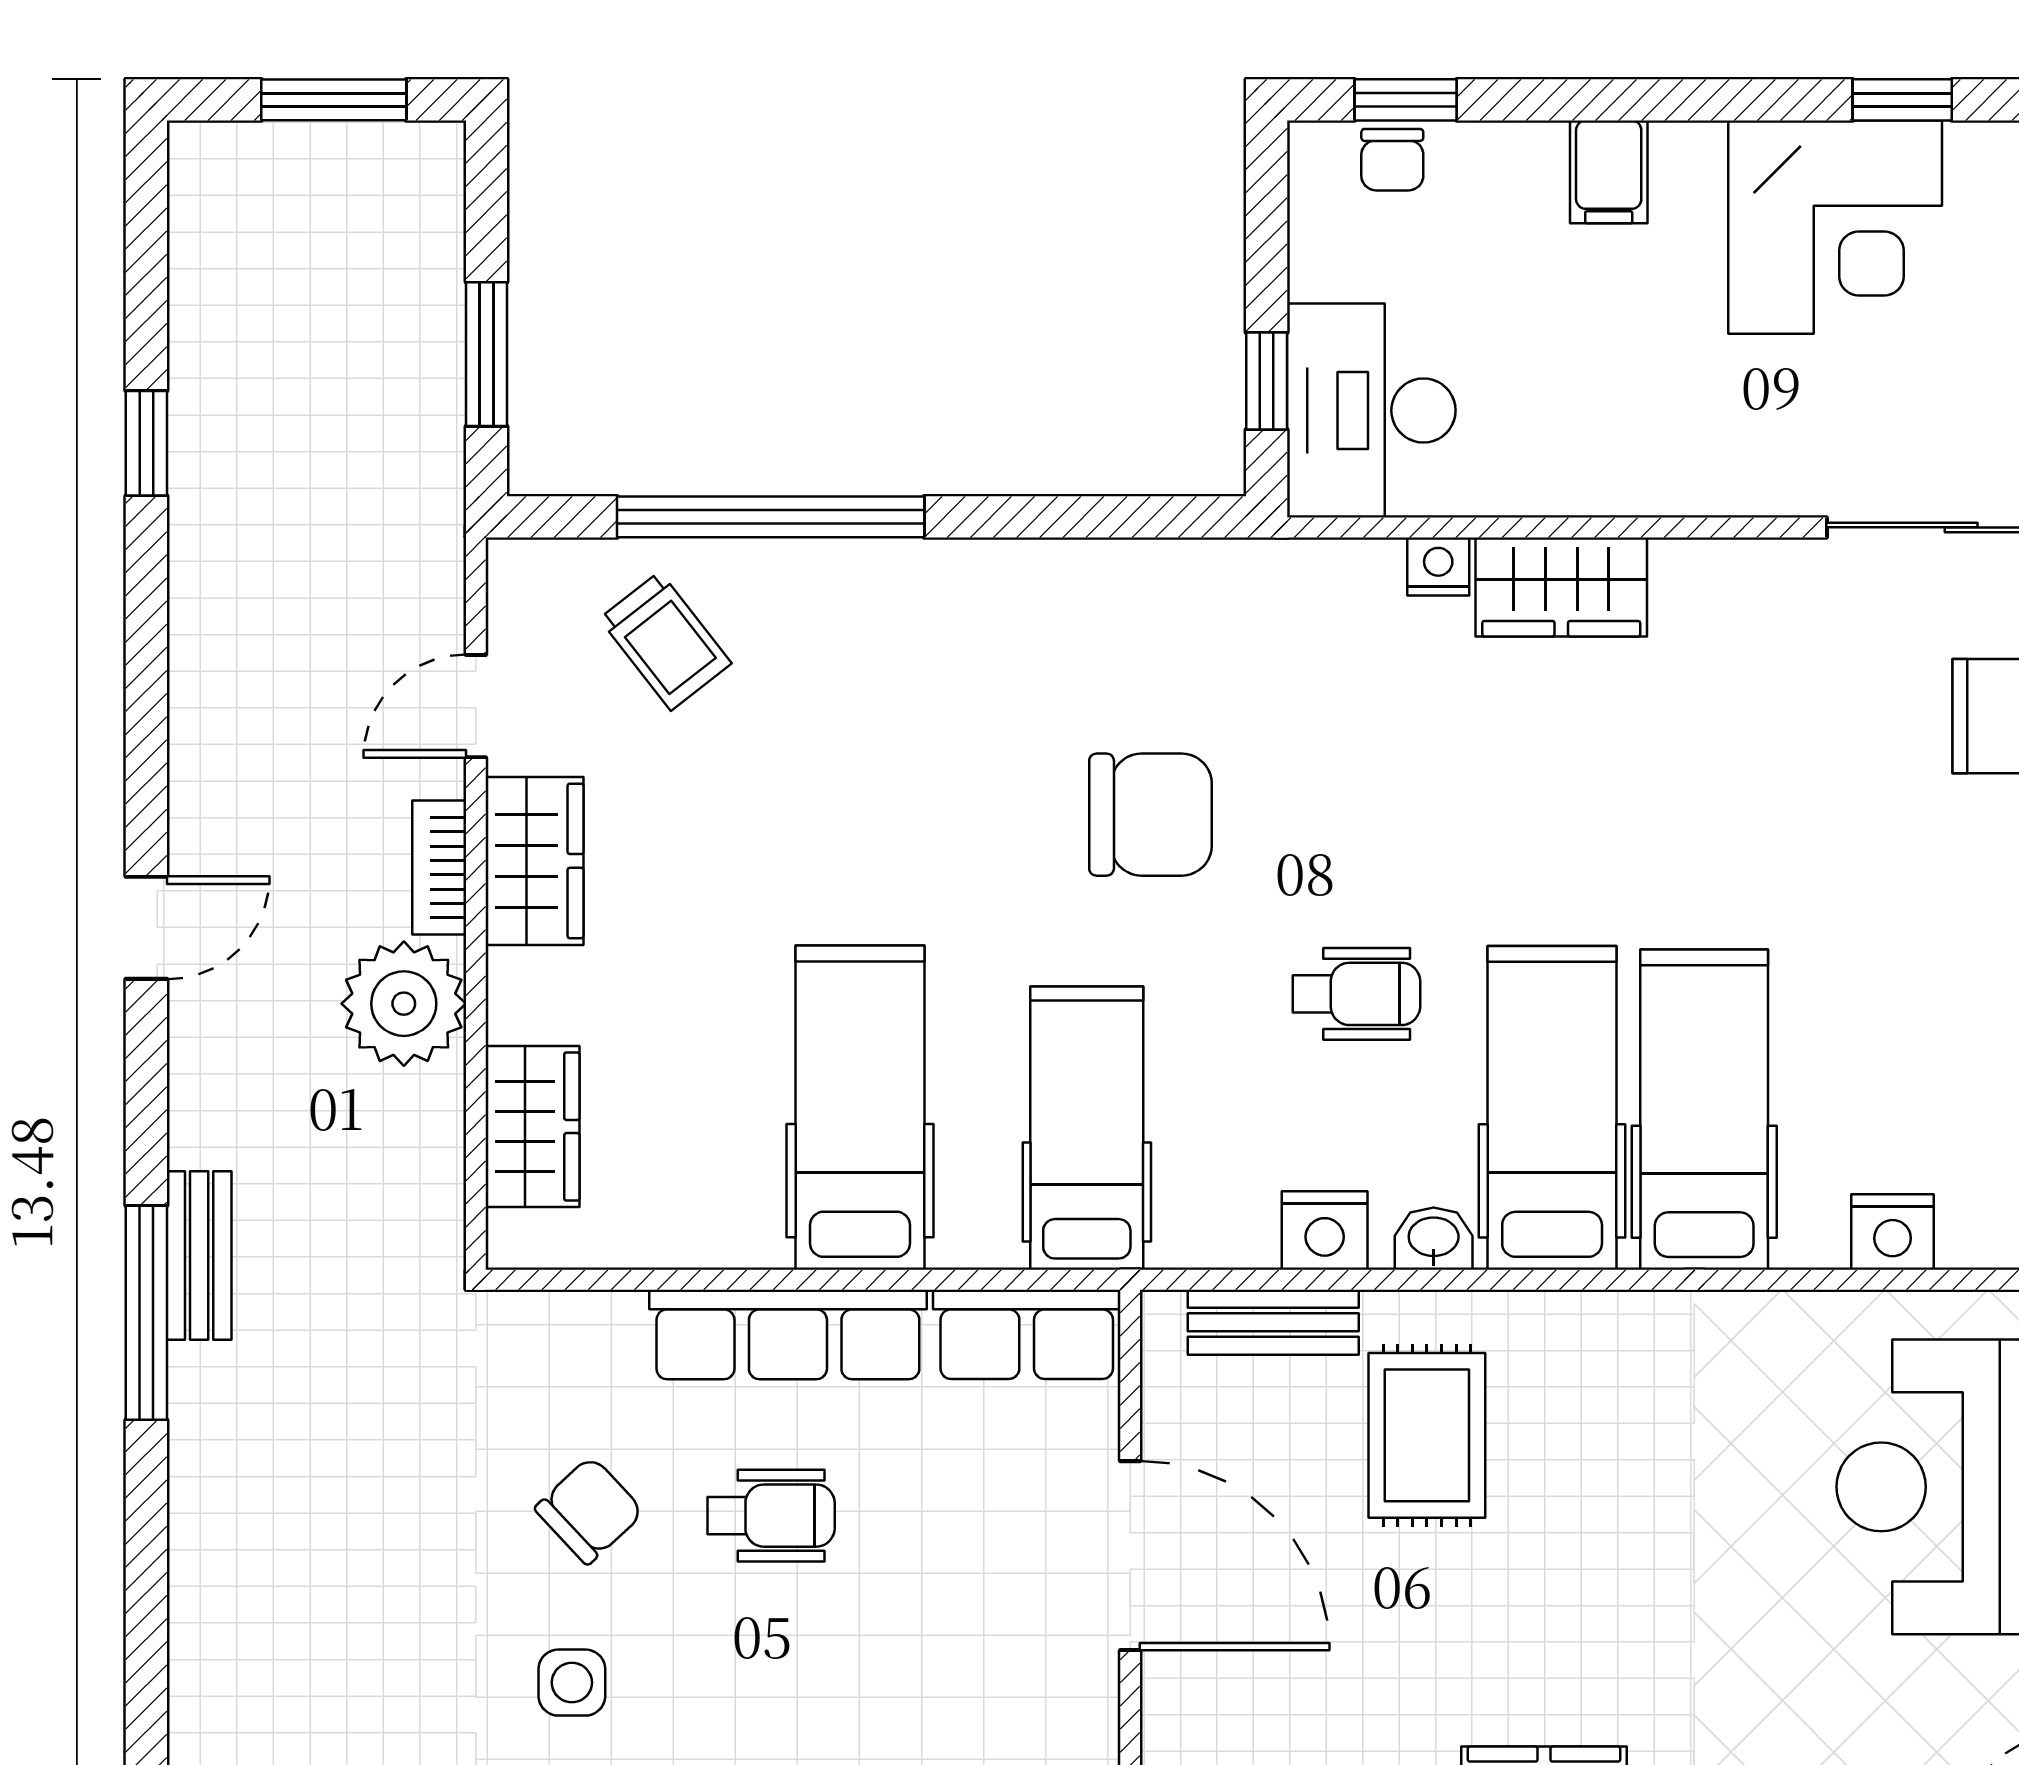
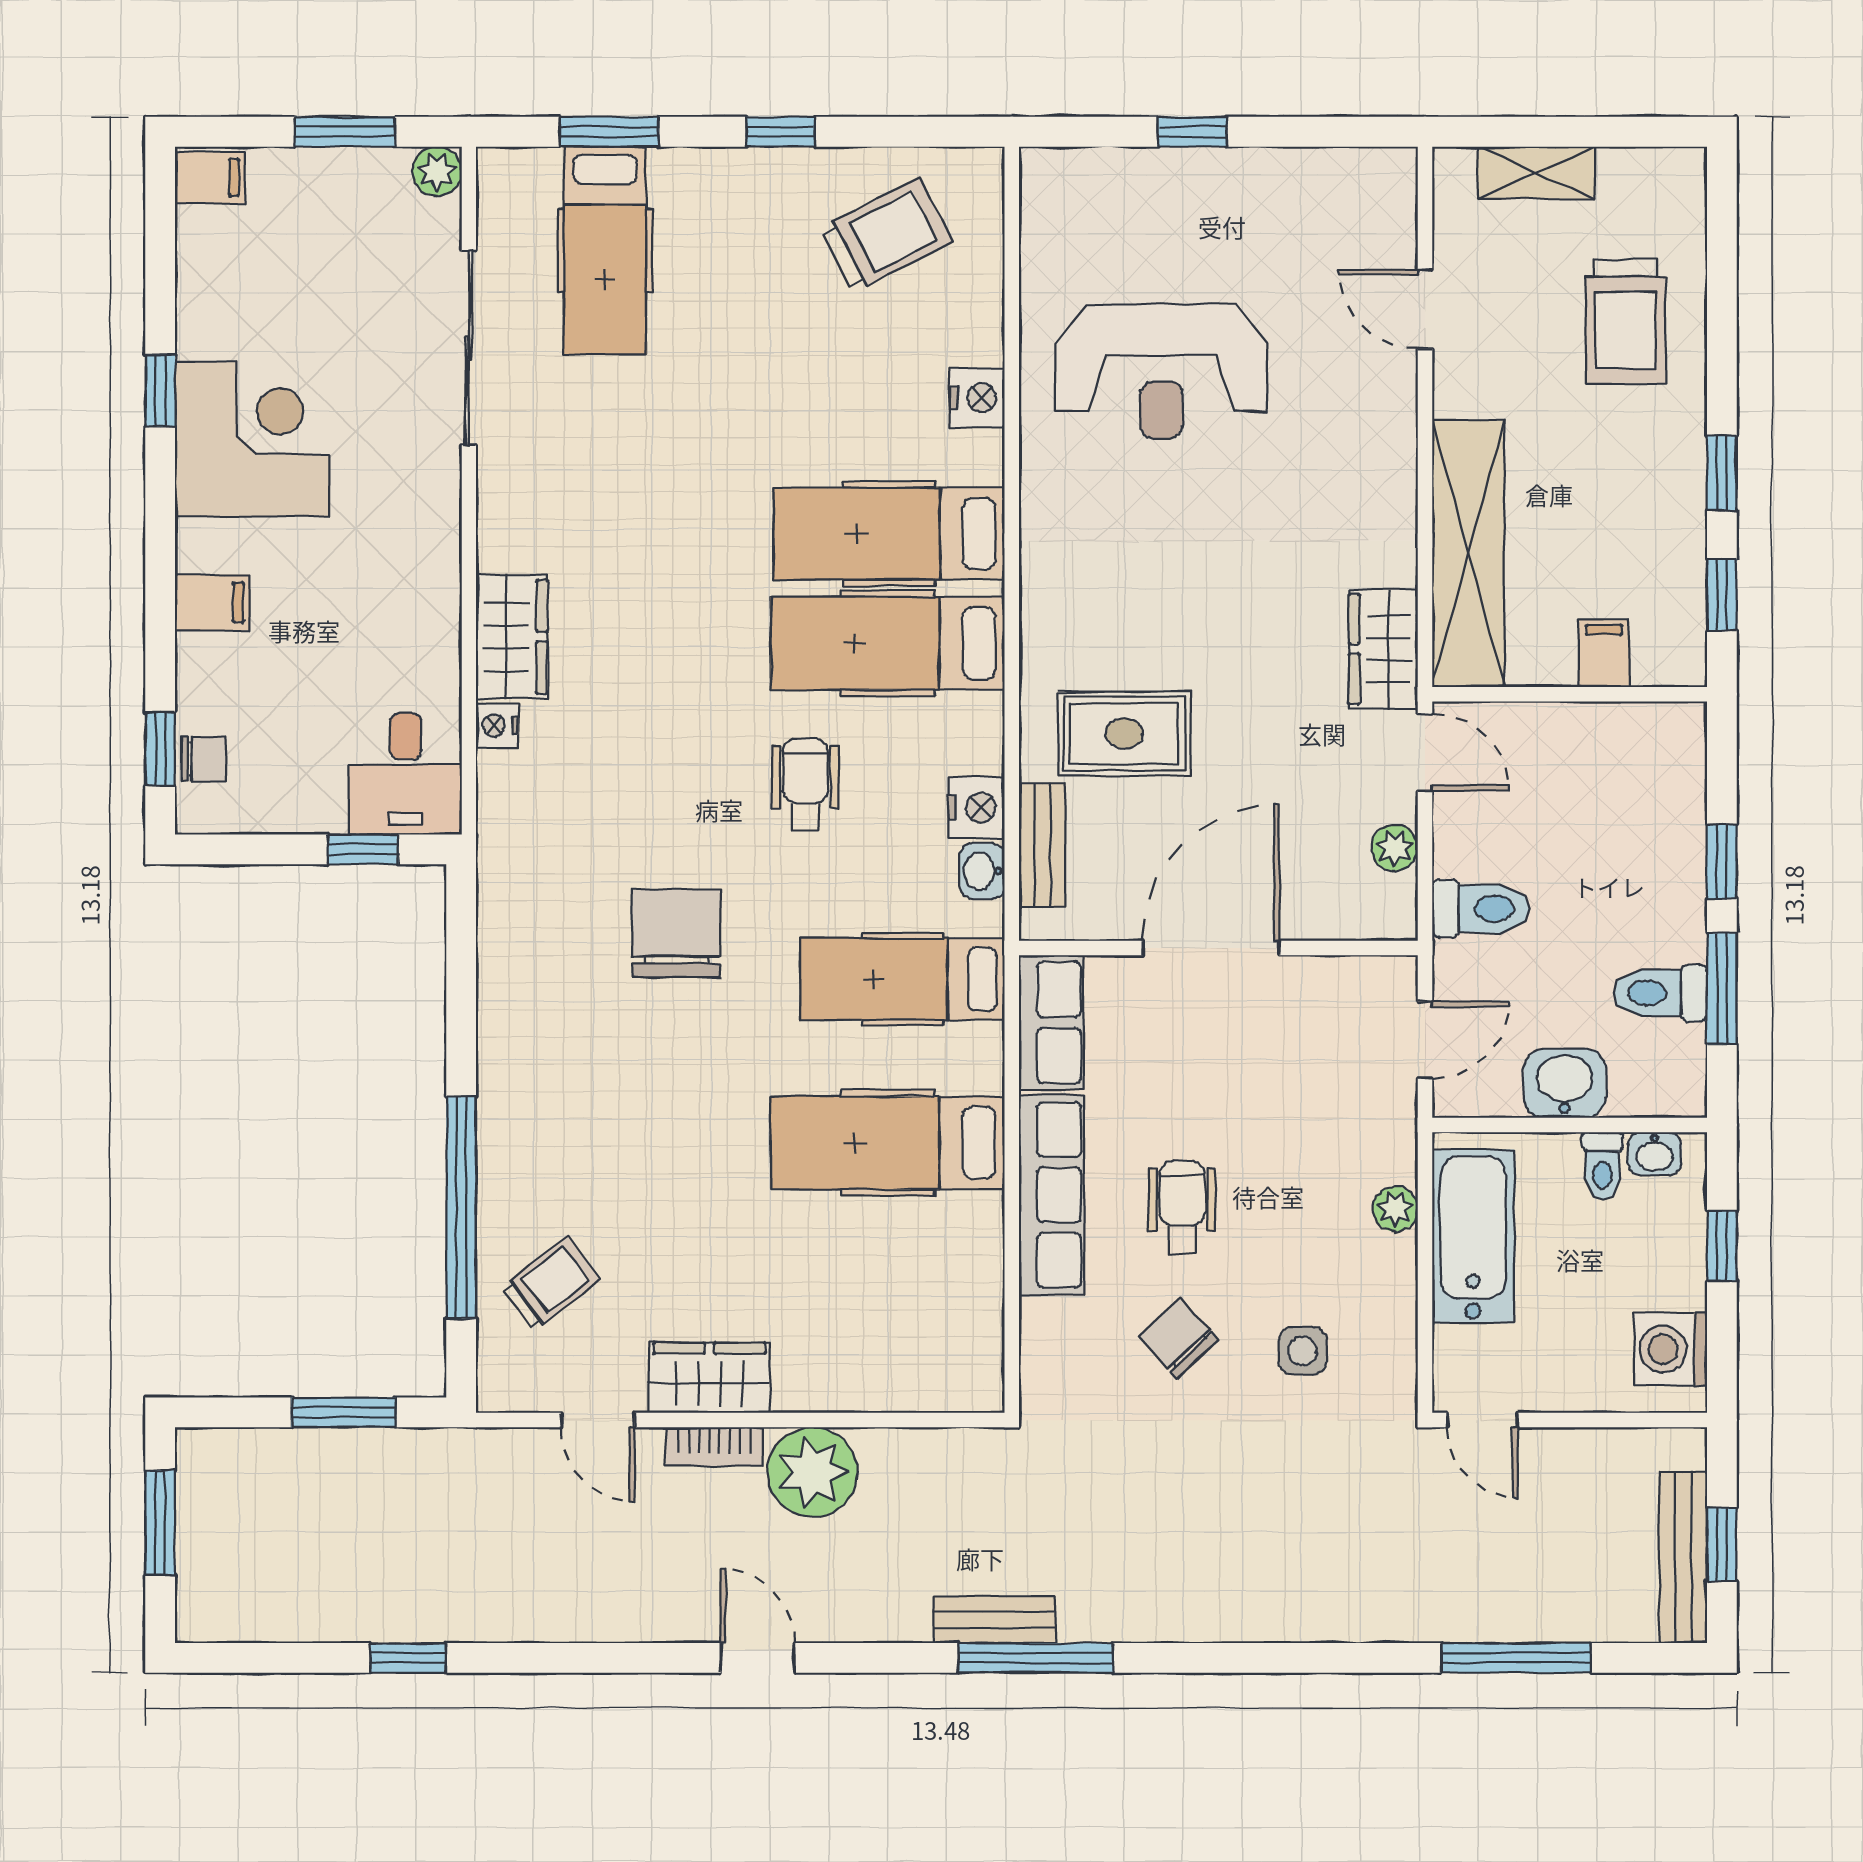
desk: (1371, 411) -> (405, 774), width x0.73
wardrobe: (533, 1127) -> (901, 1379), removed
washbasin: (1434, 1239) -> (982, 871), moved

